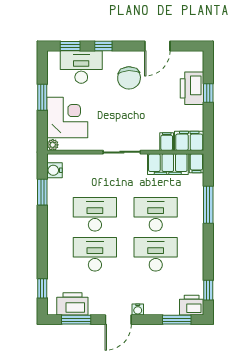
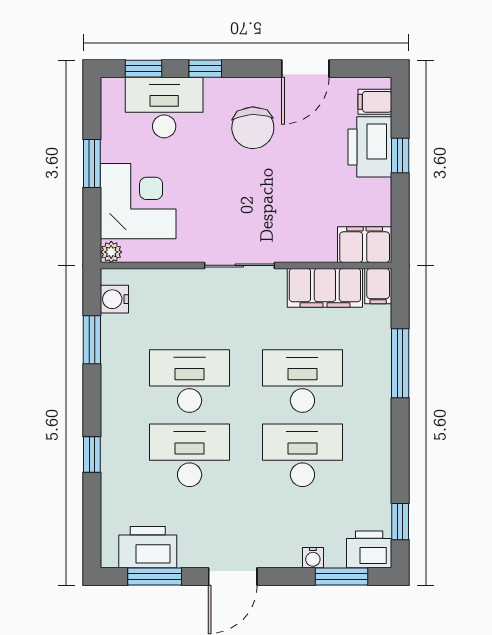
filing cabinet: (167, 142) -> (375, 102), moved, turned -90
window: (42, 288) -> (92, 454), moved
water cooler: (138, 309) -> (313, 558), moved

